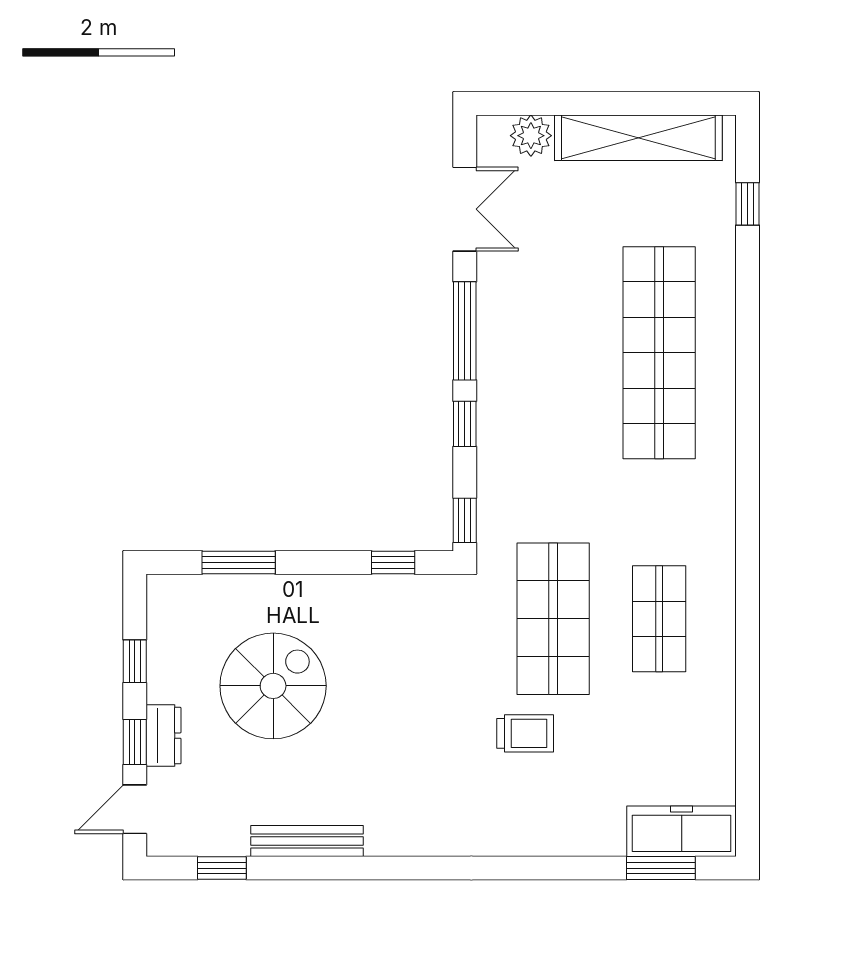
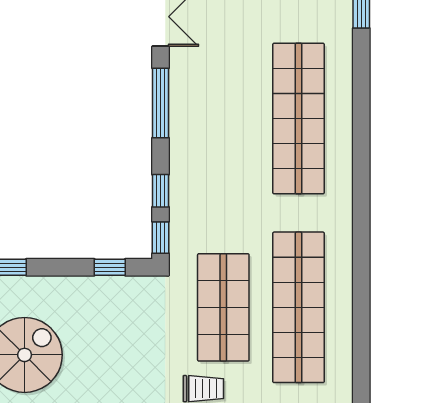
window: (465, 424) -> (161, 191), moved
shop shelf: (659, 619) -> (298, 307), width x2.00, depth x1.36

